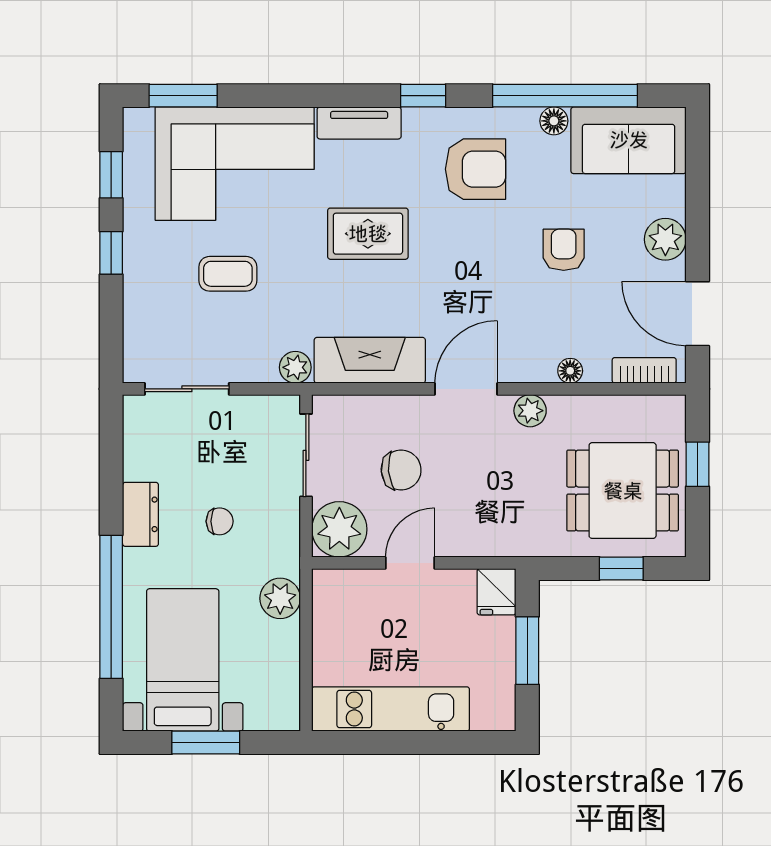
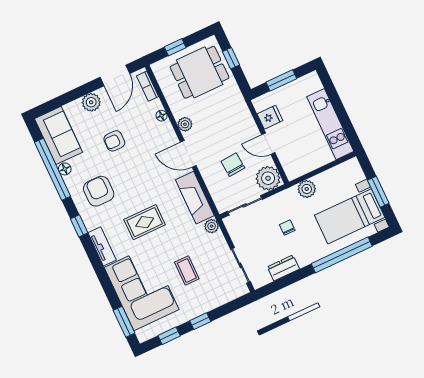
rug: (368, 234) -> (145, 222), turned 90
dining table: (623, 491) -> (200, 72), turned 90
dresser: (140, 514) -> (283, 268), moved
fridge: (497, 592) -> (270, 117), moved

